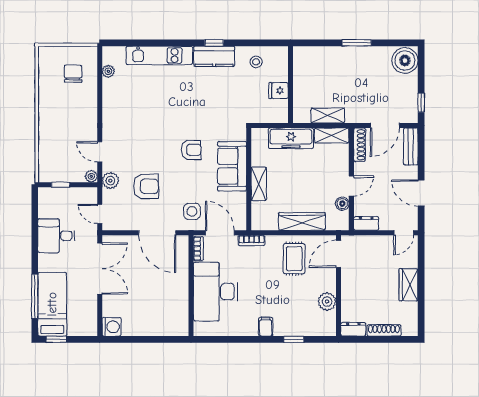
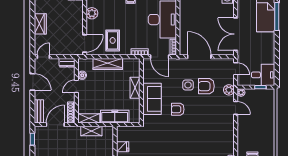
side table: (192, 211) -> (188, 85), moved
desk: (56, 236) -> (263, 75), moved

